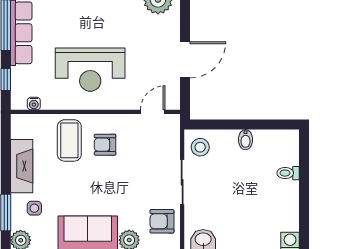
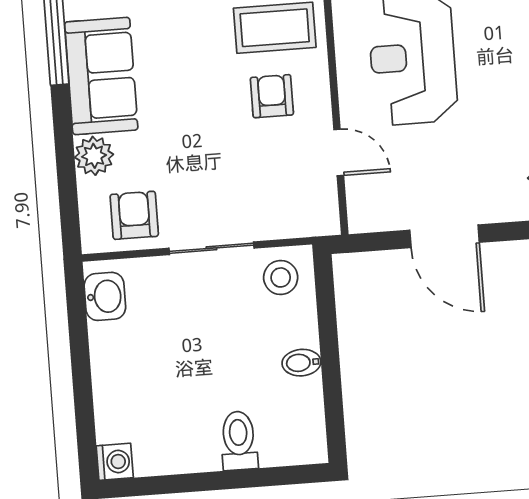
door: (153, 112) -> (339, 153), moved
toilet: (288, 173) -> (239, 441), width x1.37, depth x1.39

